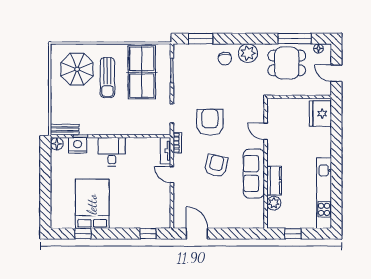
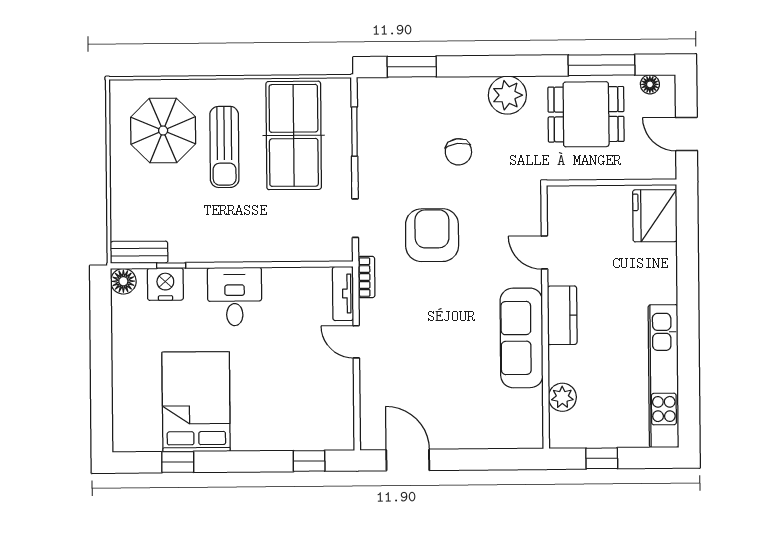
chair: (225, 59) -> (458, 152), moved
armchair: (216, 166) -> (445, 323), removed
kitchen counter: (274, 181) -> (562, 315), moved

